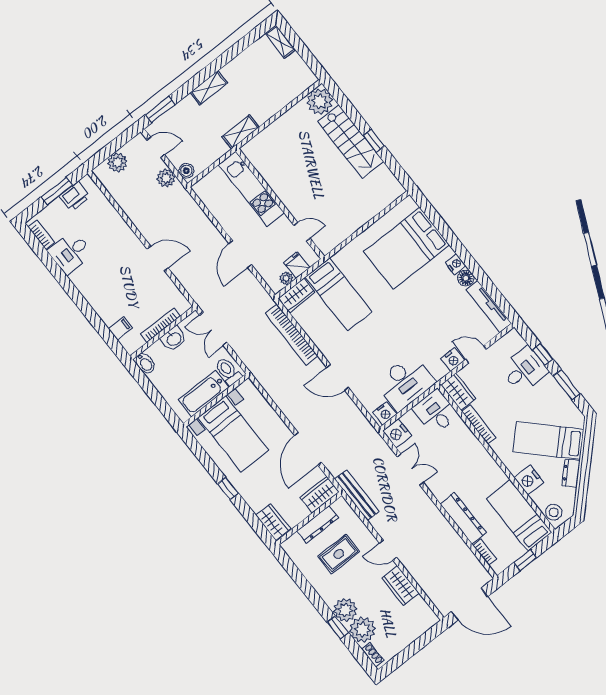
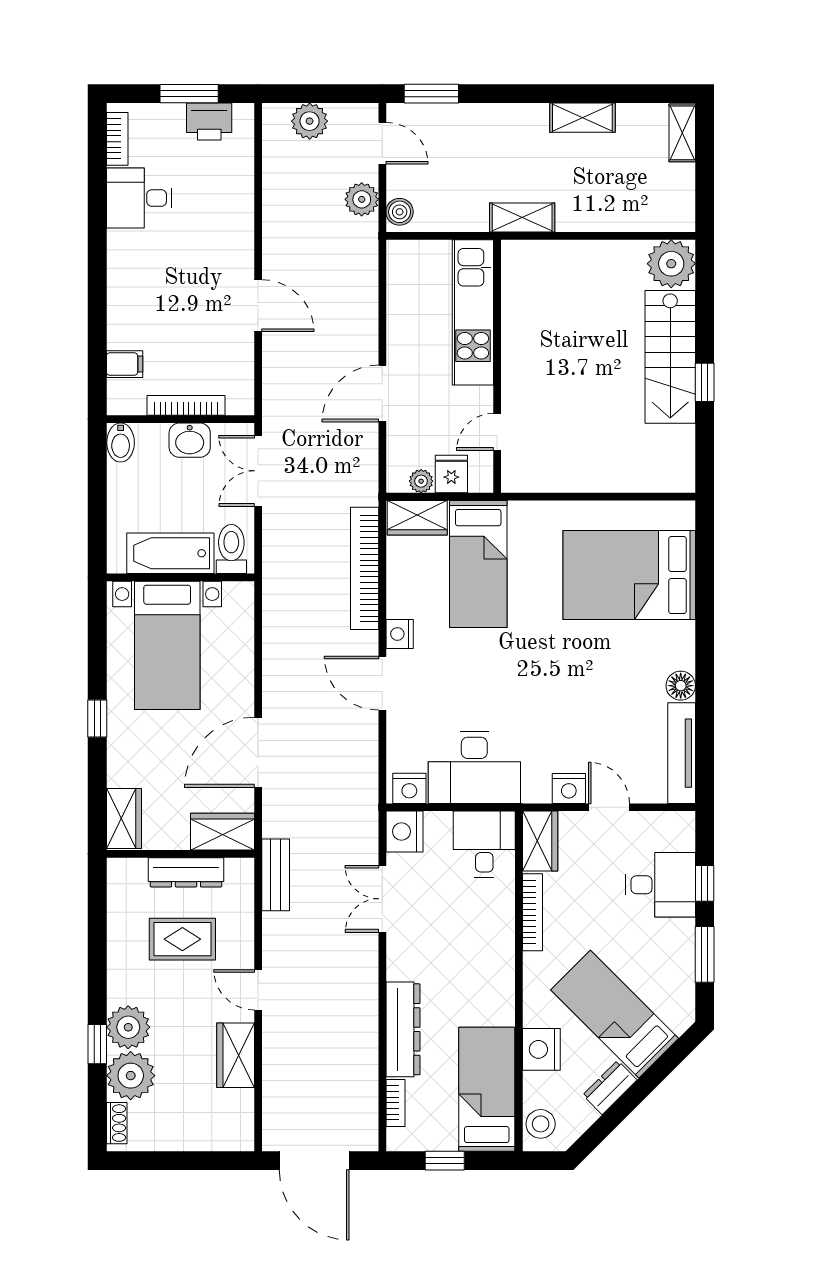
shelving: (209, 88) -> (582, 118), moved
door: (302, 232) -> (497, 432), swing flipped
nightstand: (456, 264) -> (400, 634), moved, turned 180
double door: (410, 470) -> (382, 899), swing flipped
bench: (357, 495) -> (276, 875), width x0.73

